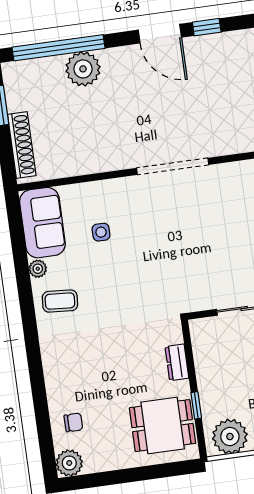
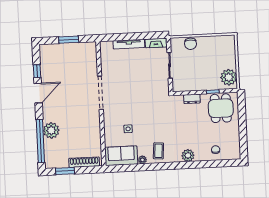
plant: (69, 463) -> (188, 155), moved

